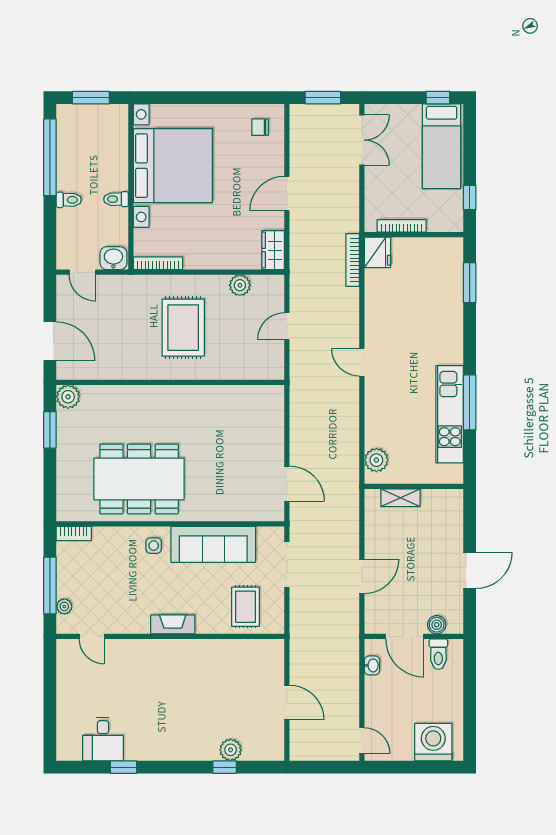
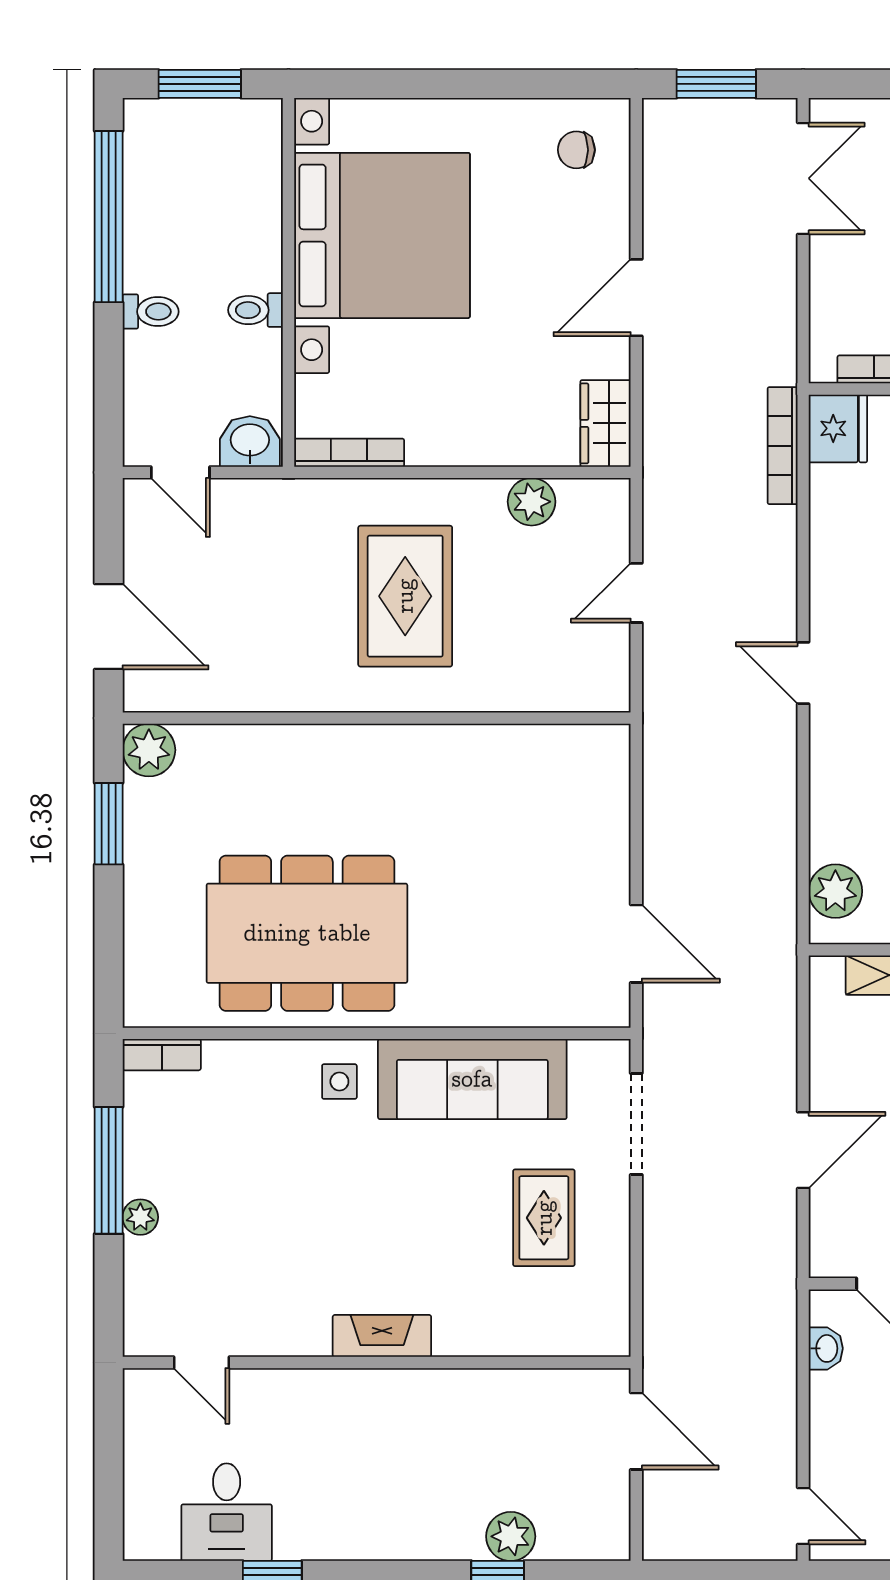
fireplace: (173, 624) -> (382, 1336), moved
door: (92, 636) -> (202, 1363), moved
wall: (170, 636) -> (377, 1363), moved

